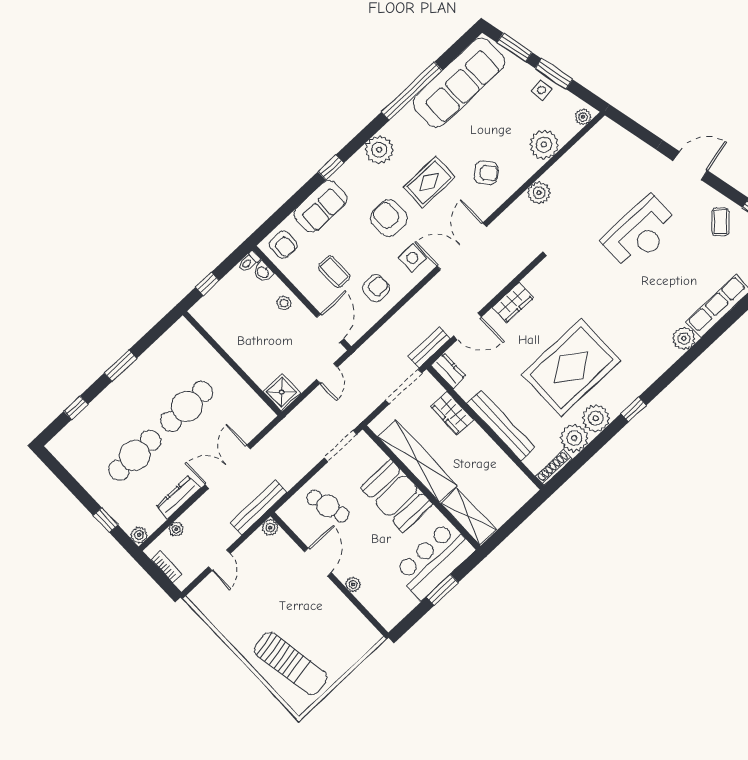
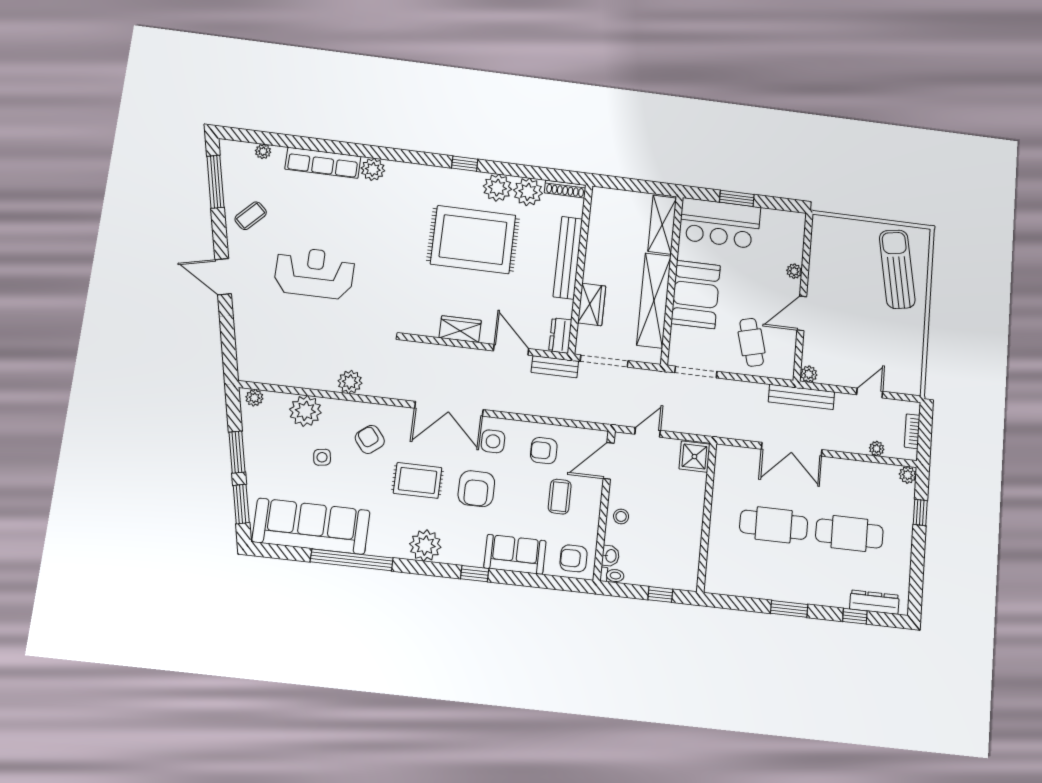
side table: (542, 90) -> (322, 457), moved
armchair: (283, 245) -> (574, 558), turned -90
dresser: (178, 497) -> (874, 602), moved, turned 180

